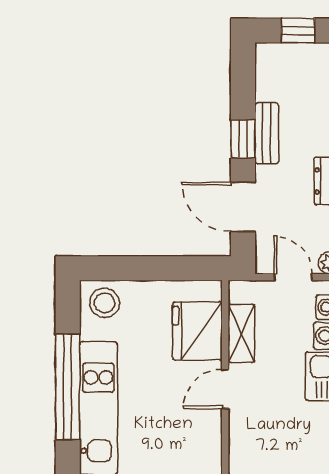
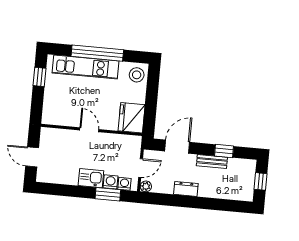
window: (243, 139) -> (224, 151), moved
fridge: (197, 331) -> (132, 118), moved, turned -90
shelving: (241, 333) -> (116, 140), removed

